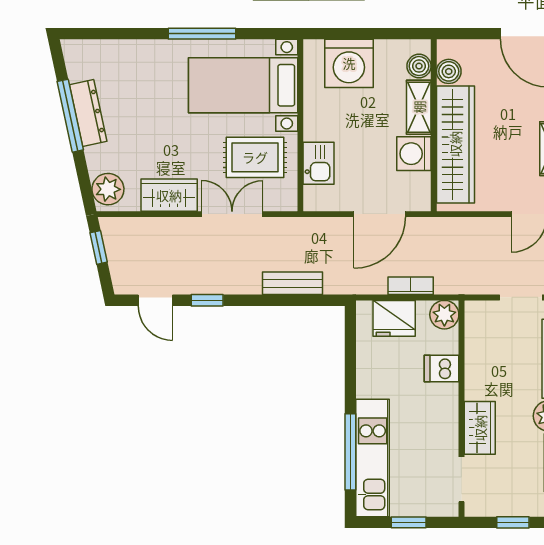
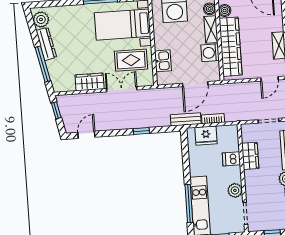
window: (70, 116) -> (43, 64), moved
plant: (108, 189) -> (41, 19), moved
bench: (292, 283) -> (186, 119), moved
door: (155, 300) -> (86, 135), swing flipped
window: (207, 300) -> (141, 131), moved
plant: (444, 315) -> (235, 190), moved
wardrobe: (480, 428) -> (250, 156), moved

